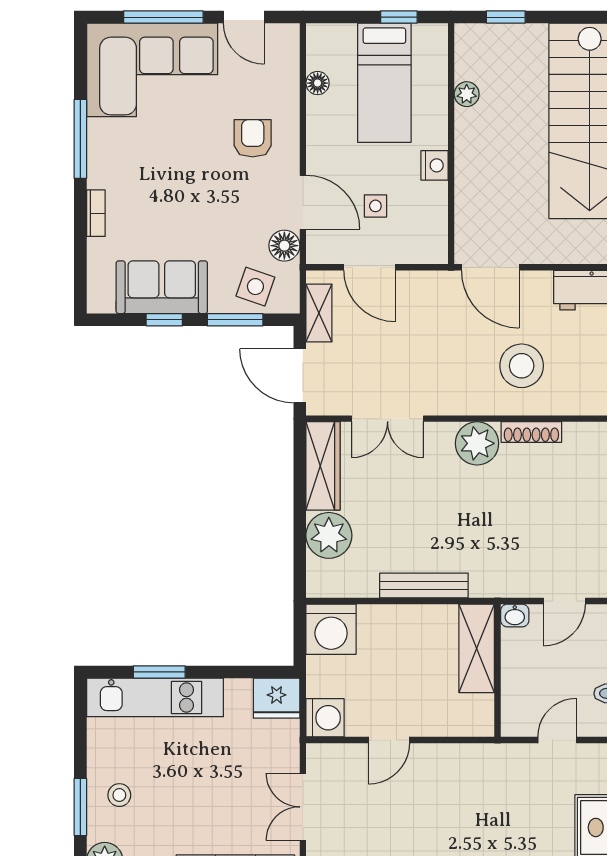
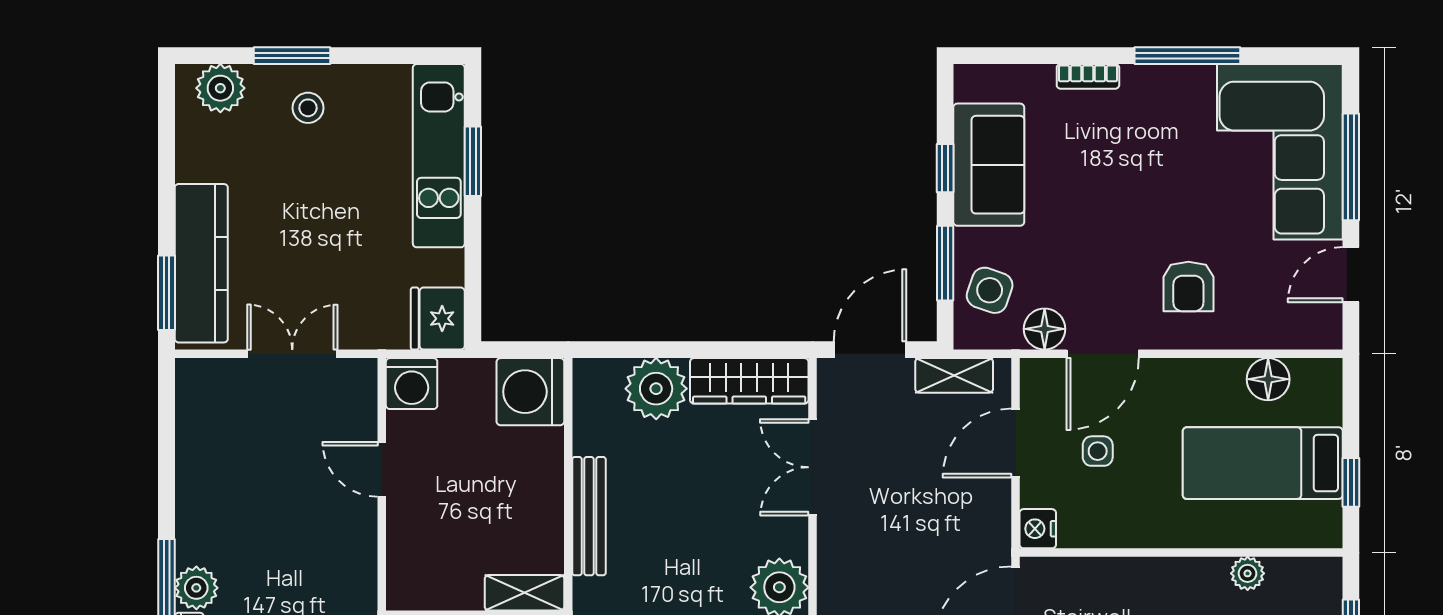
floor lamp: (318, 83) -> (1268, 379), width x1.37, depth x1.37
armchair: (253, 138) -> (1188, 287), turned 90
nightstand: (435, 165) -> (1038, 529), moved, turned 90
shelving: (477, 648) -> (524, 593), width x0.67, depth x0.75

